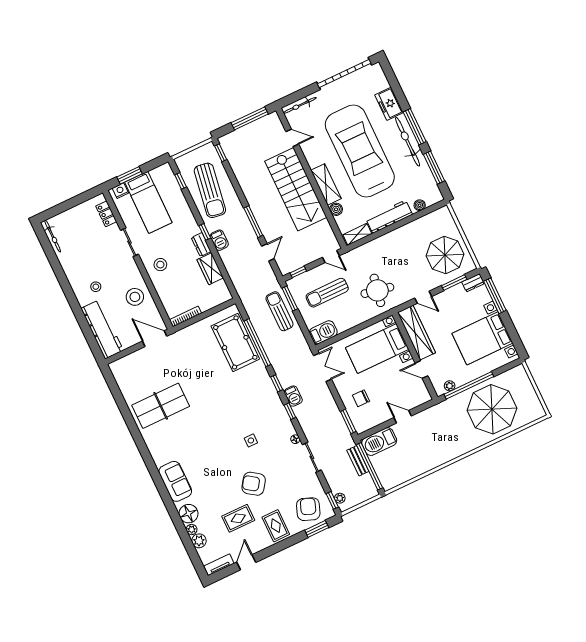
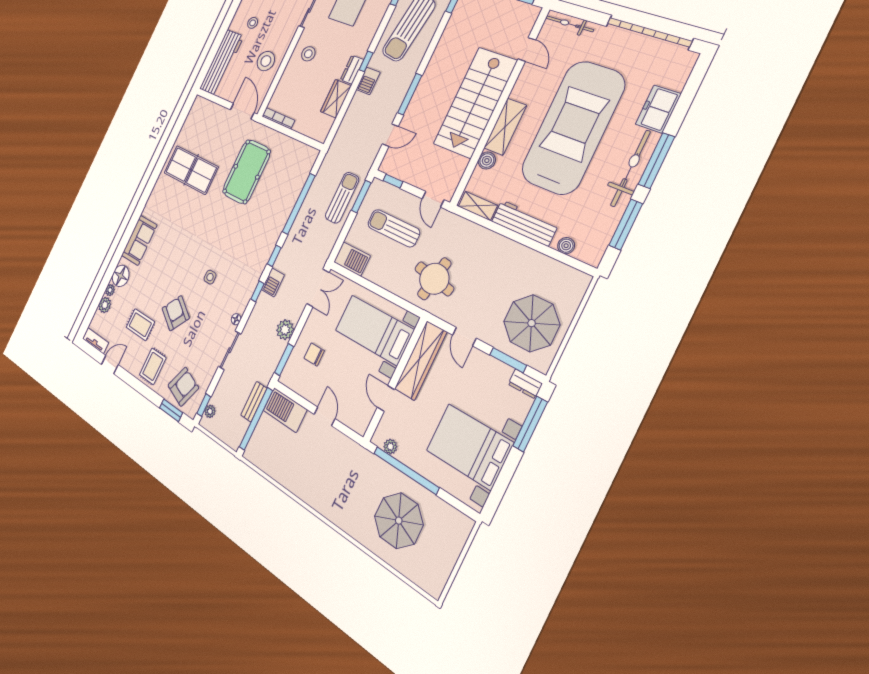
pool table: (235, 342) -> (246, 172), moved
plant: (330, 408) -> (285, 330), added
parasol: (492, 409) -> (399, 521), width x0.73, depth x0.73

